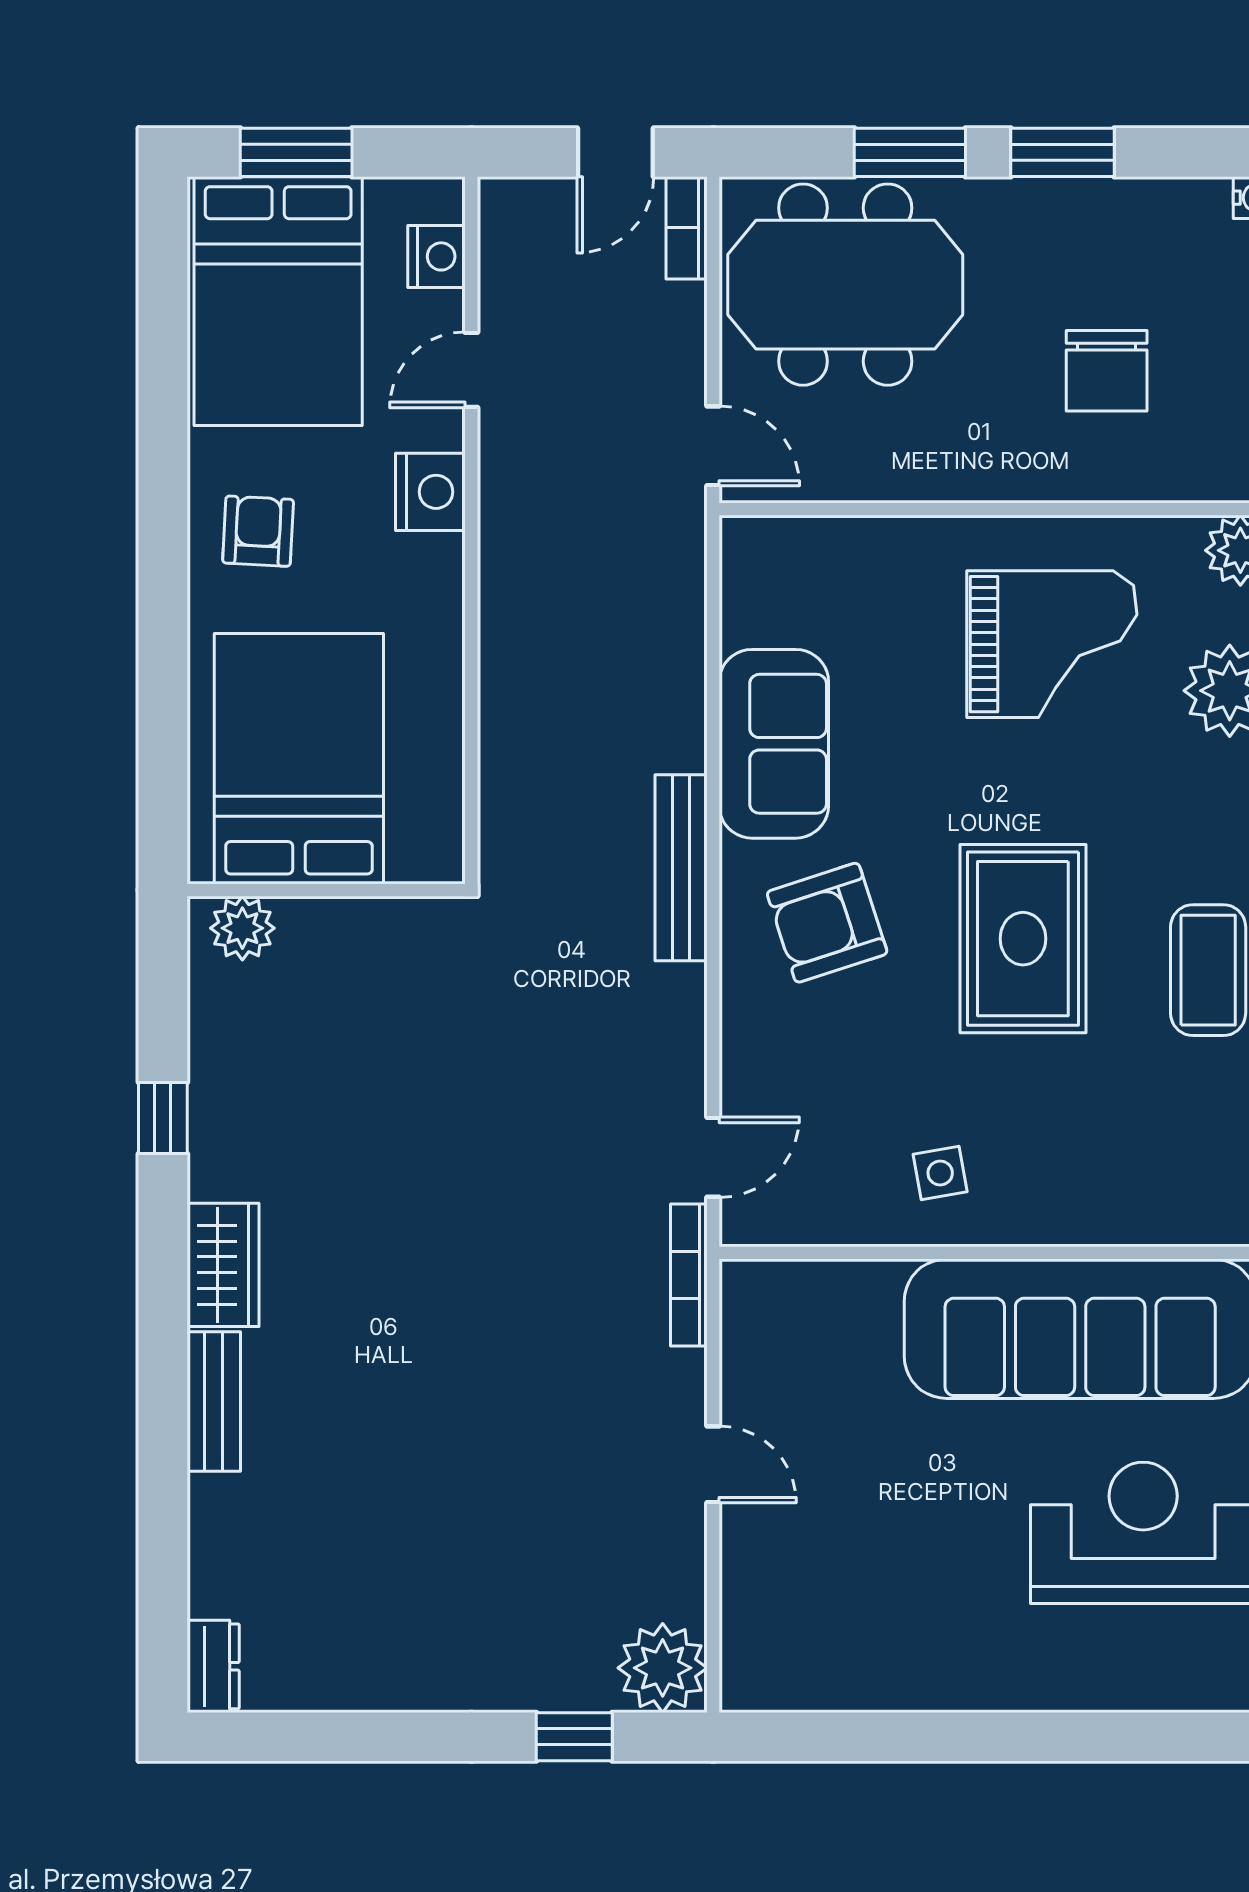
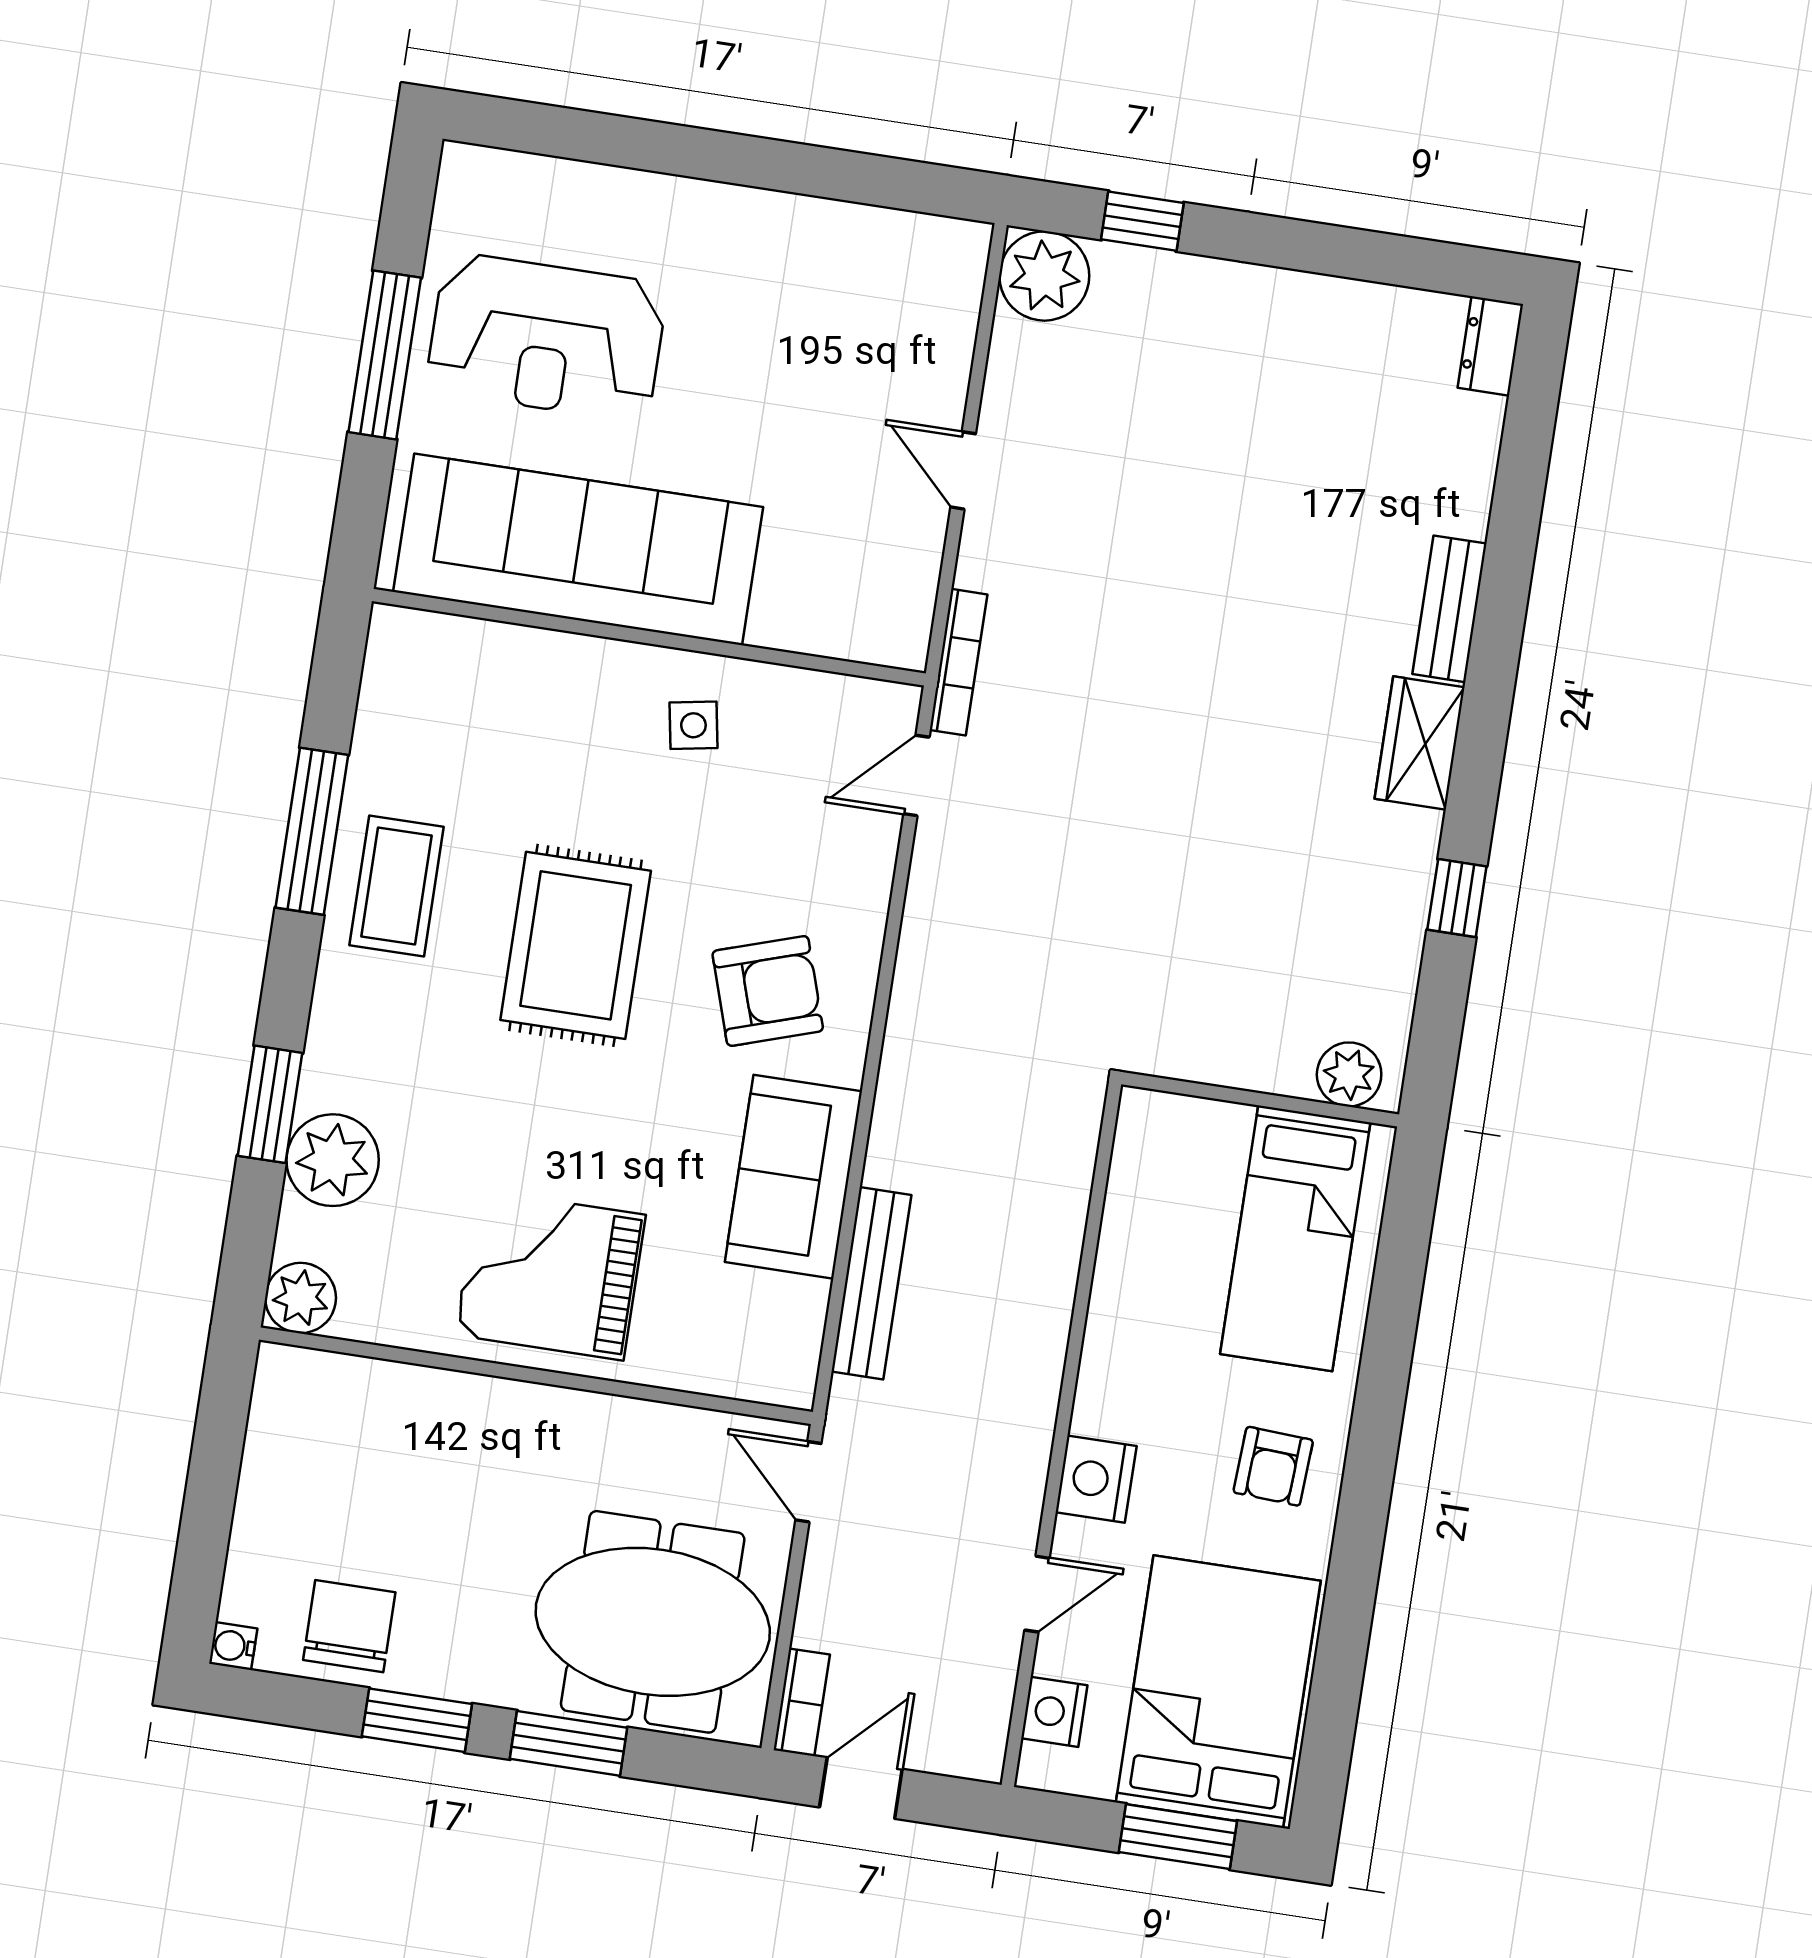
chair: (1107, 371) -> (349, 1626), moved
grand piano: (1052, 644) -> (550, 1275), moved
bed: (299, 759) -> (1295, 1238), width x0.67
bench: (681, 868) -> (871, 1283), moved

